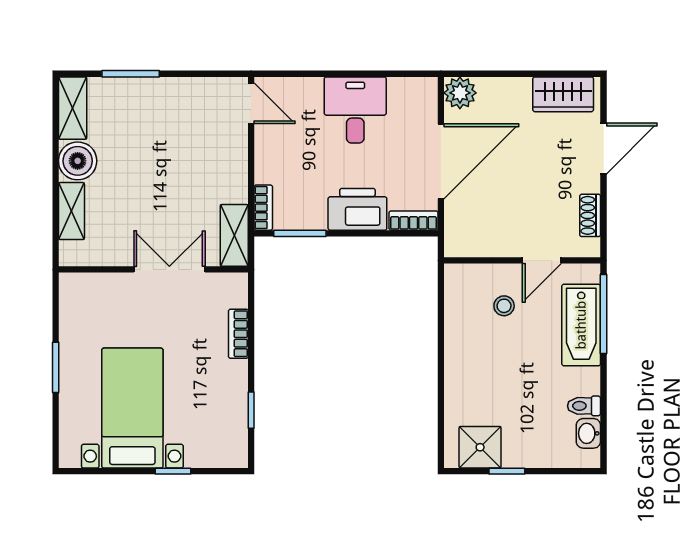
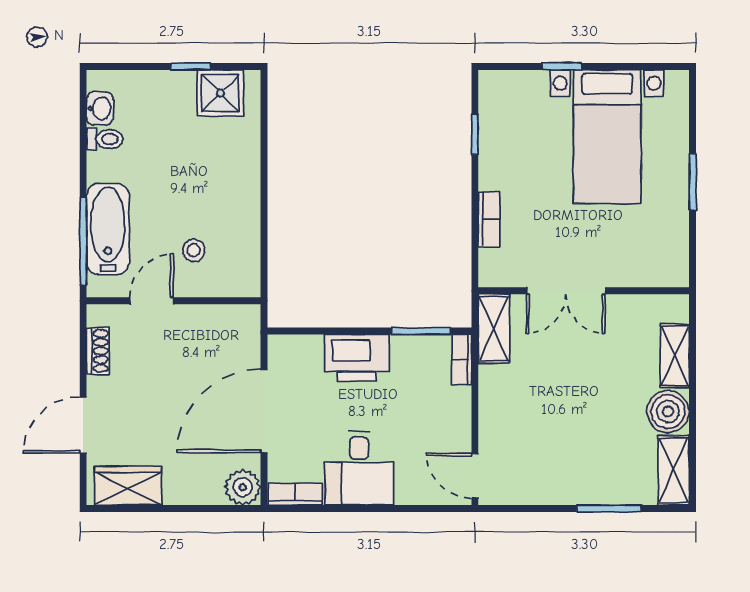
bookcase: (414, 221) -> (295, 494), moved, turned 180

